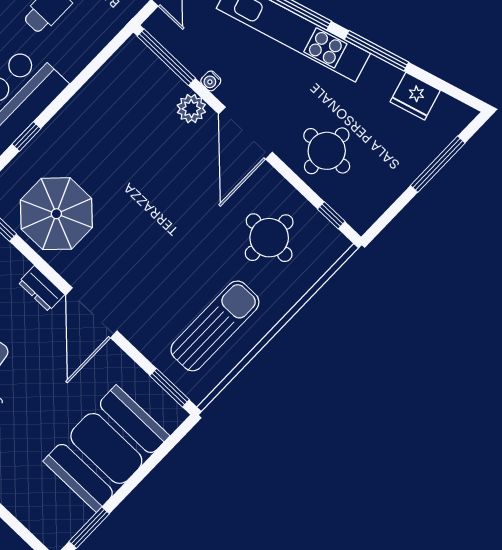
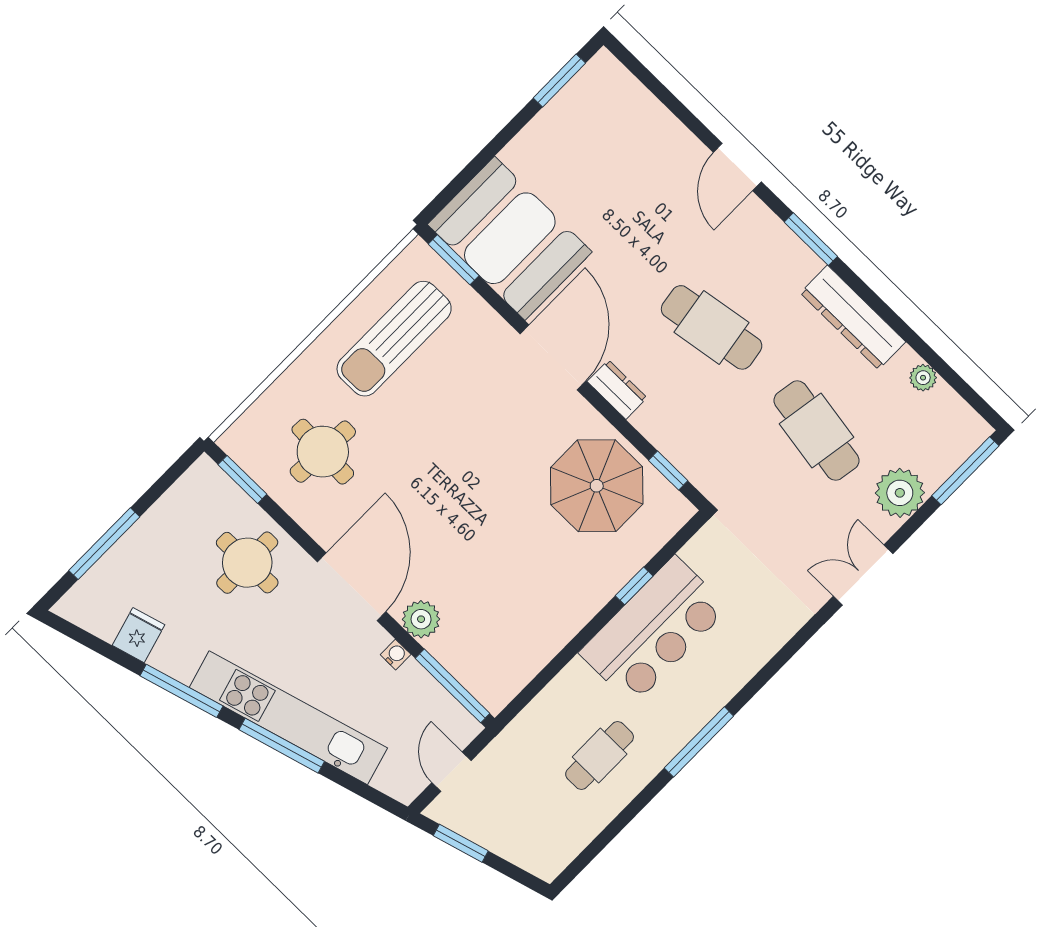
fridge: (415, 96) -> (138, 635), width x0.72
window: (331, 215) -> (242, 479), width x1.50
booth: (106, 448) -> (510, 238), moved, turned 90

